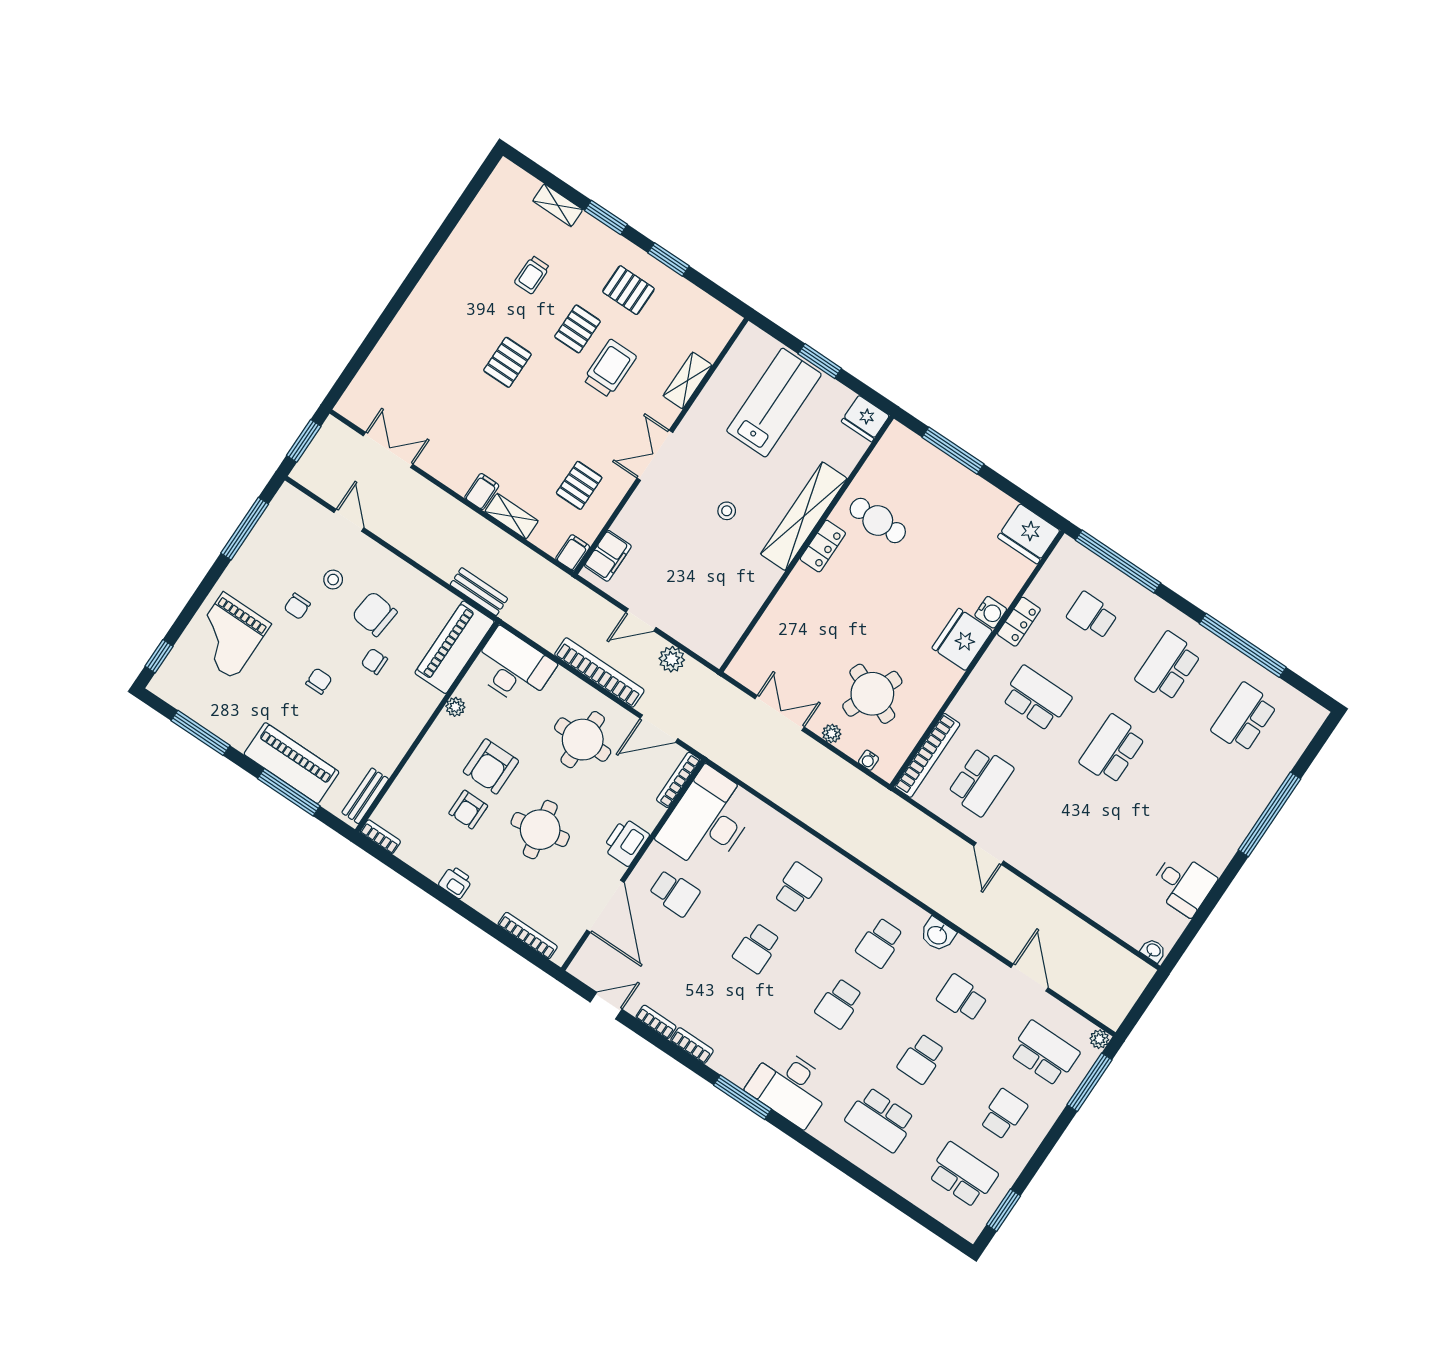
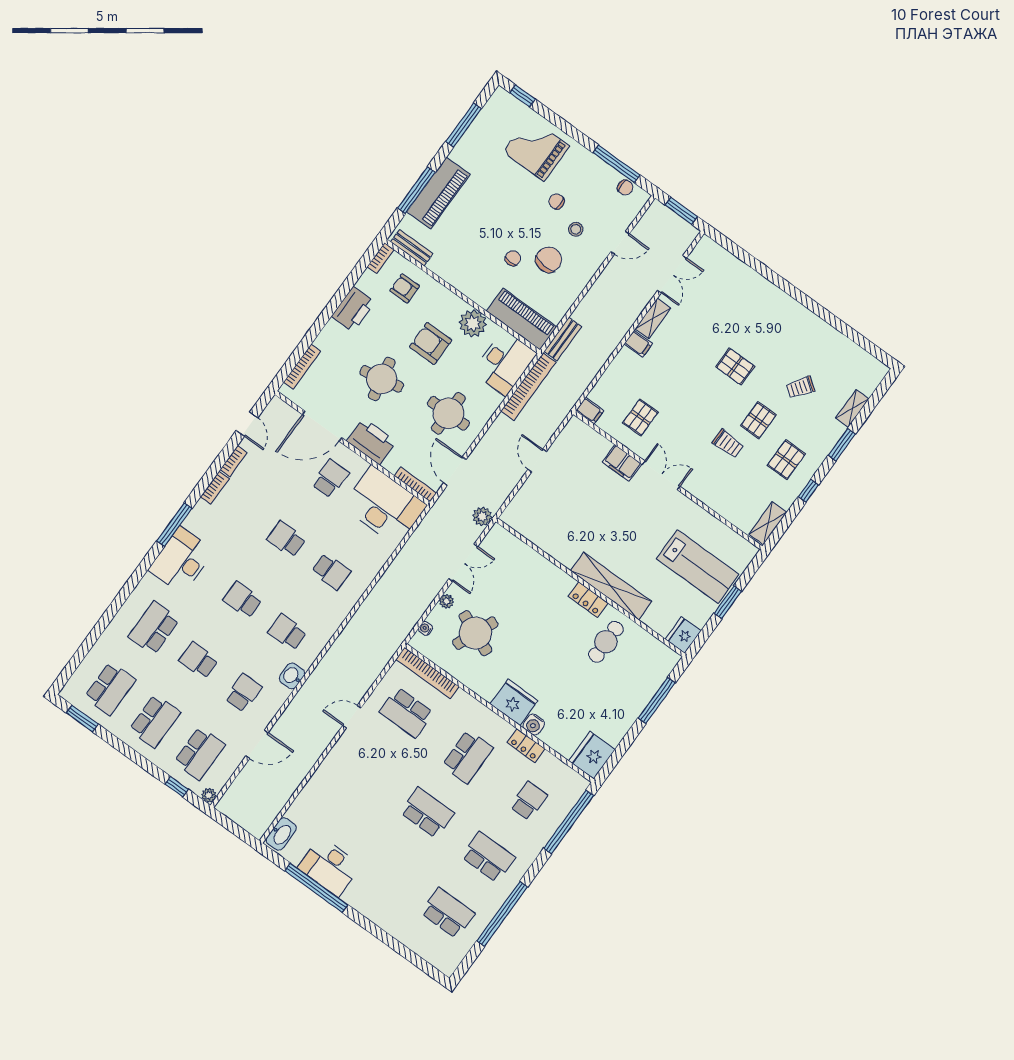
window: (669, 259) -> (808, 491), width x0.67
trolley: (532, 275) -> (800, 387), turned -54
pallet: (577, 329) -> (758, 420), turned 90
trolley: (610, 368) -> (728, 444), width x0.73, depth x0.72
shelving: (688, 380) -> (768, 523), moved, turned 90
pallet: (579, 485) -> (640, 417), turned 90
stool: (727, 511) -> (617, 528), removed
shelving: (512, 516) -> (653, 318), moved
filing cabinet: (608, 556) -> (622, 463), moved
plant: (672, 659) -> (482, 516), moved
bookcase: (599, 672) -> (528, 387), moved
chair: (319, 681) -> (625, 188), moved
plant: (455, 707) -> (473, 323), width x1.88, depth x1.88
armchair: (468, 810) -> (405, 288), moved
window: (1269, 814) -> (316, 888), moved
printer: (626, 842) -> (371, 441), width x1.37, depth x1.19
printer: (456, 882) -> (353, 309), width x1.87, depth x1.48
desk: (1183, 884) -> (329, 867), width x1.37
school desk: (674, 893) -> (330, 479), turned 180
washbasin: (1153, 950) -> (281, 834), width x1.91, depth x1.45
window: (1090, 1082) -> (177, 787), width x0.46
school desk: (1004, 1114) -> (155, 721), width x1.85

